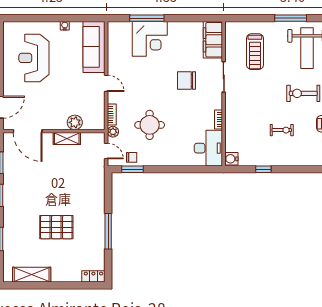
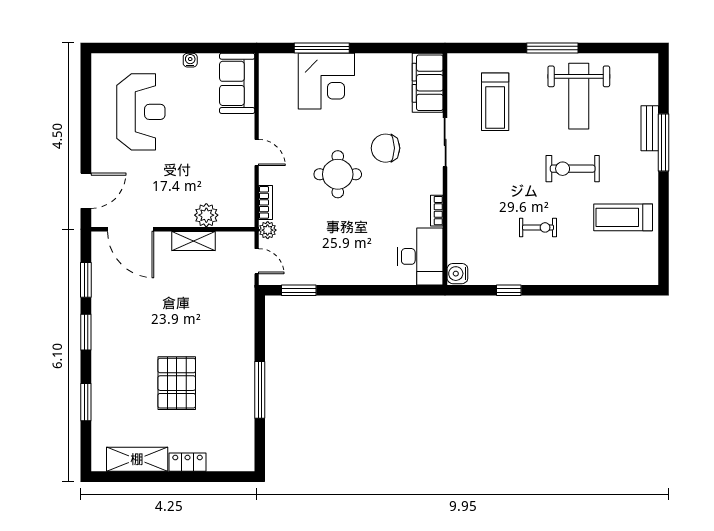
sofa: (94, 47) -> (237, 83), width x0.73
reception desk: (34, 58) -> (141, 112), turned 180
round table: (150, 125) -> (338, 174), moved
chair: (132, 157) -> (297, 271), removed
pallet: (56, 227) -> (177, 383), turned 90
locker: (93, 276) -> (188, 462), moved

